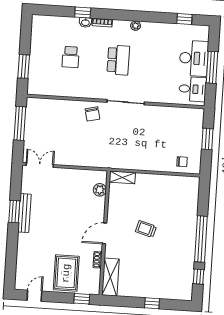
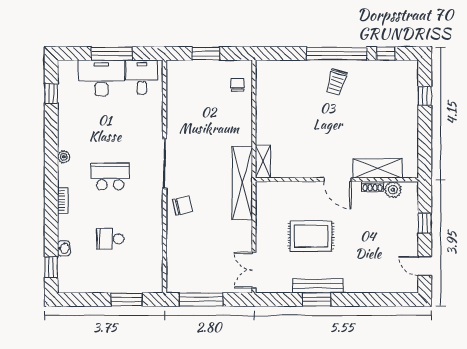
window: (83, 12) -> (51, 267), moved
washbasin: (85, 22) -> (64, 248), moved
school desk: (71, 57) -> (110, 239), turned 180
shelving: (107, 161) -> (242, 183), added
plant: (100, 190) -> (393, 190), moved
trolley: (146, 229) -> (336, 82), moved
rug: (66, 273) -> (311, 236), moved
shelving: (110, 277) -> (377, 168), moved
window: (82, 299) -> (425, 223), moved
window: (152, 303) -> (425, 96), moved

